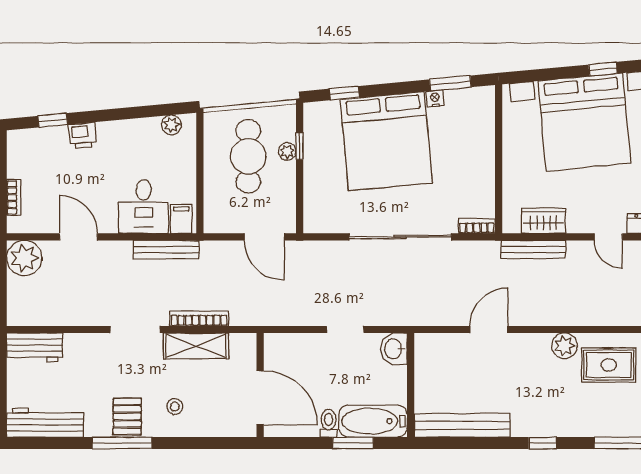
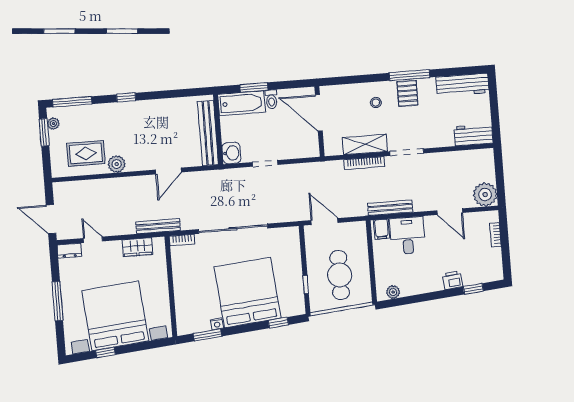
plant: (287, 151) -> (314, 280), removed
bench: (533, 249) -> (158, 226), moved
bench: (462, 425) -> (208, 133), moved, turned 90

